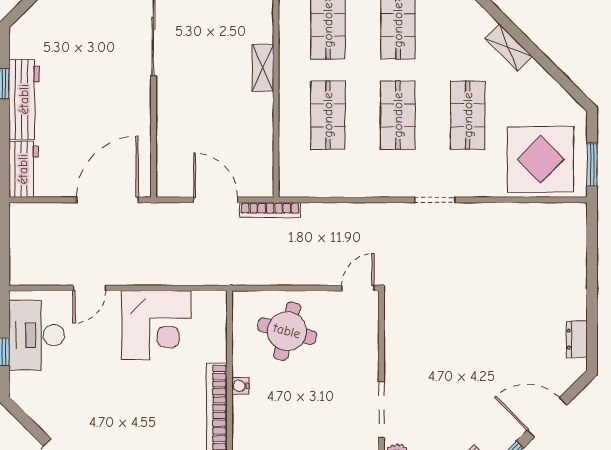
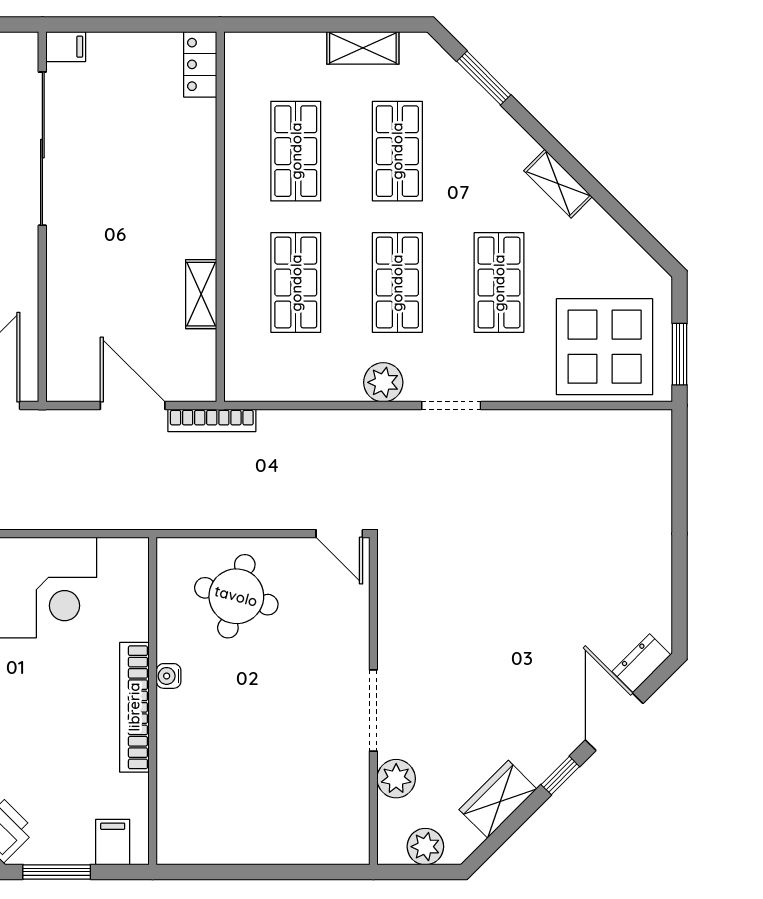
shelving: (263, 68) -> (201, 294), moved
plant: (388, 184) -> (383, 382), added
door: (358, 288) -> (339, 534), swing flipped
dresser: (577, 339) -> (641, 663), moved, turned 45
door: (547, 417) -> (614, 722), hinge flipped

